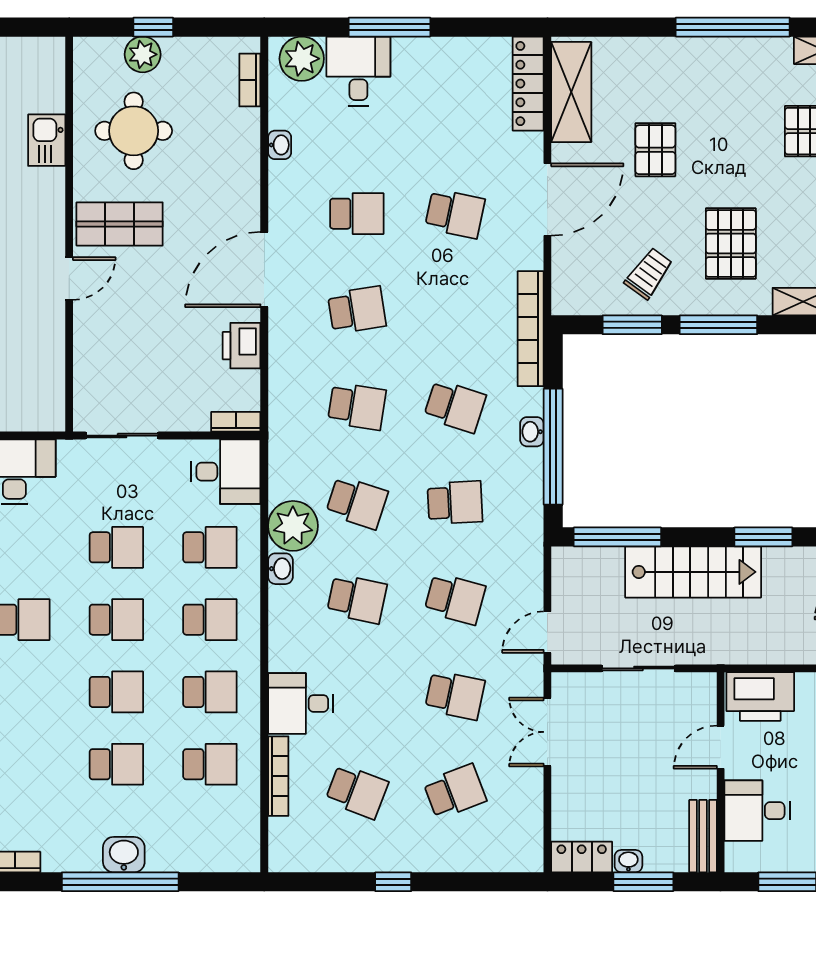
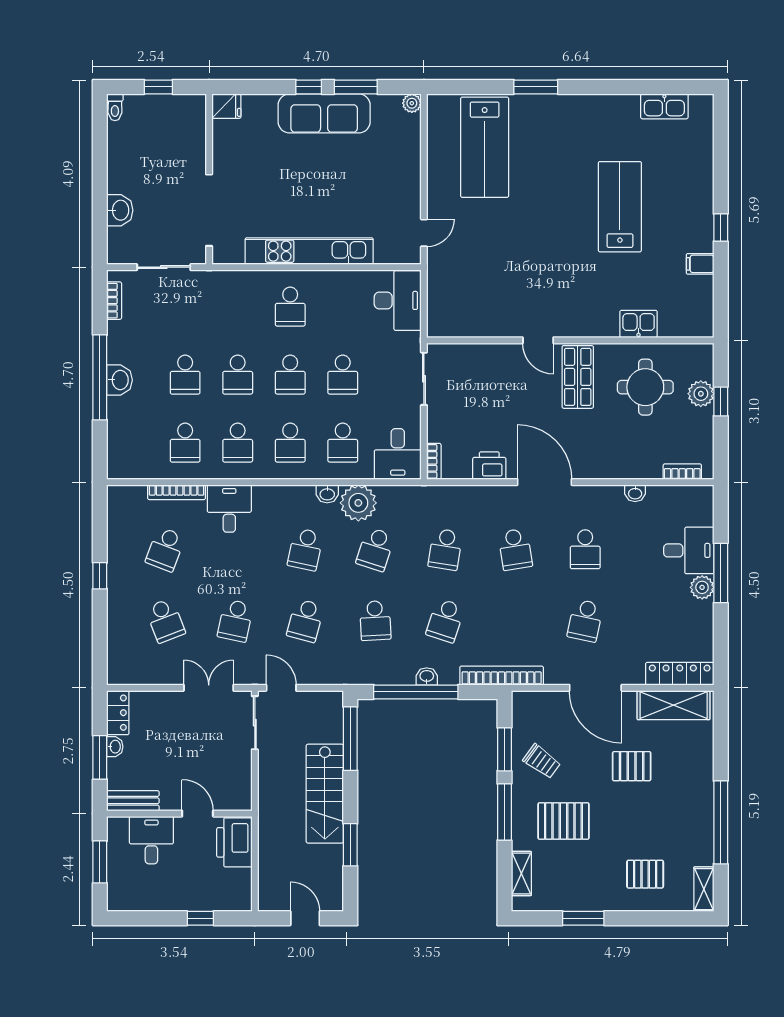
plant: (302, 59) -> (702, 587), moved, width x0.73, depth x0.73
sliding door: (638, 668) -> (255, 723), moved

